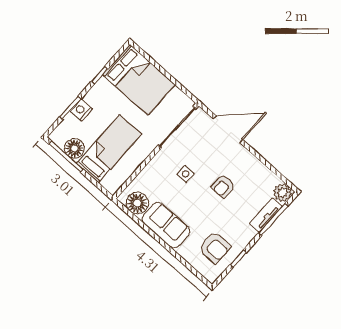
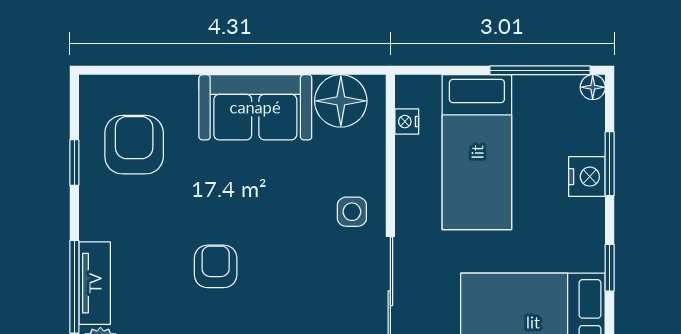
floor lamp: (74, 148) -> (593, 87), moved, width x0.53, depth x0.53
side table: (186, 174) -> (352, 212), moved
nightstand: (122, 178) -> (407, 122), added
armchair: (214, 247) -> (134, 145), turned 90

